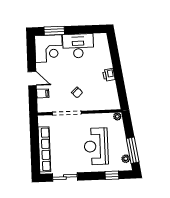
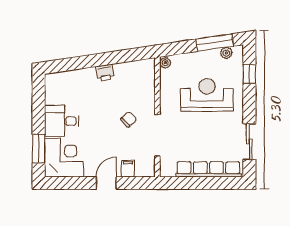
desk: (78, 46) -> (62, 121), width x0.73
reception desk: (96, 146) -> (207, 95), turned 180

